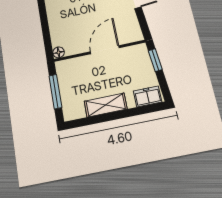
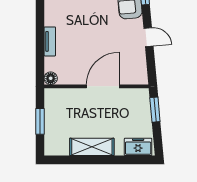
tv unit: (53, 22) -> (50, 41), added
window: (55, 91) -> (40, 121), width x0.69

